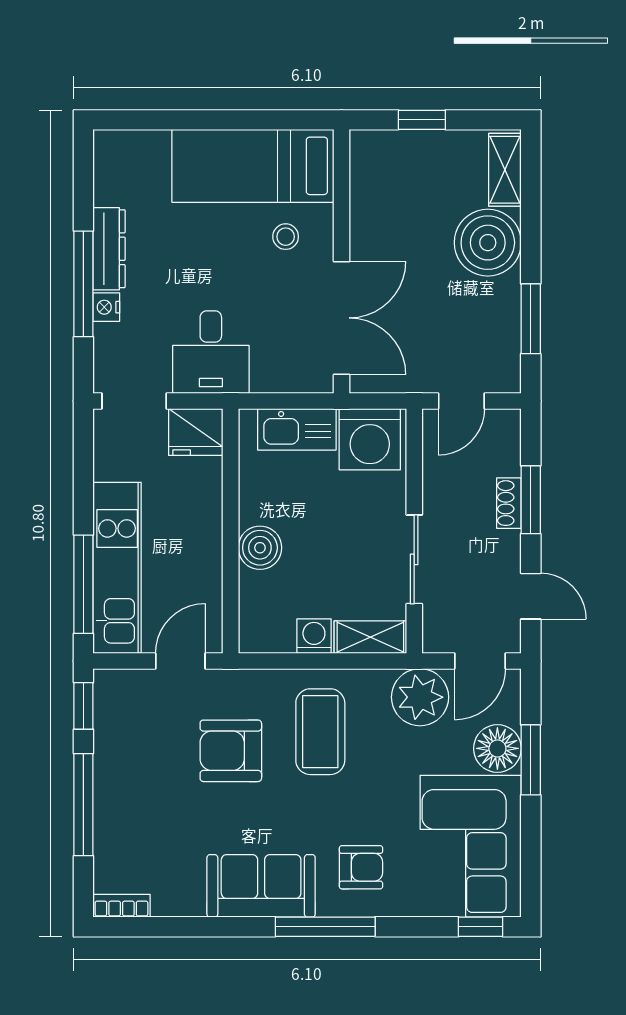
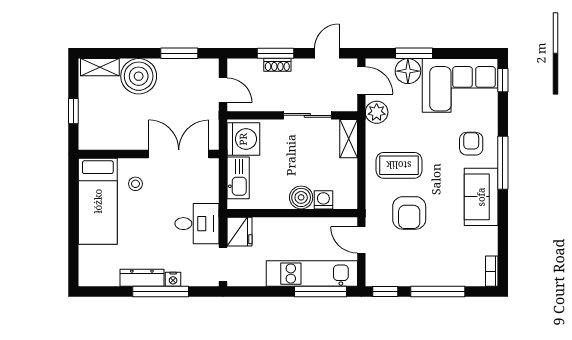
washing machine: (314, 636) -> (323, 200), moved, turned 90
plant: (420, 697) -> (377, 112), width x0.73, depth x0.73

